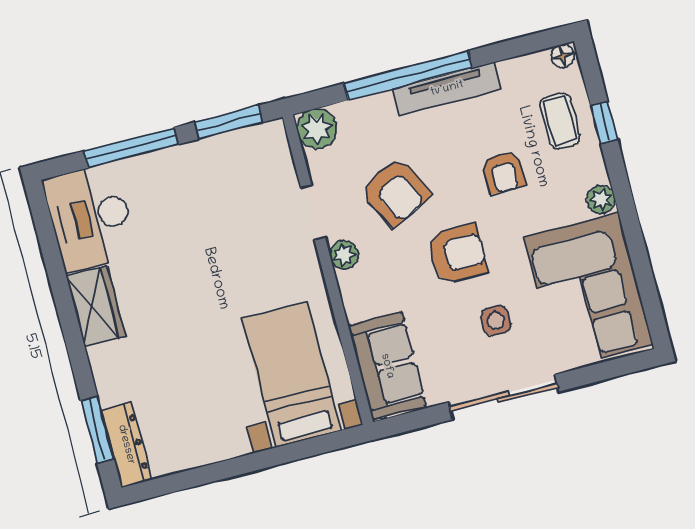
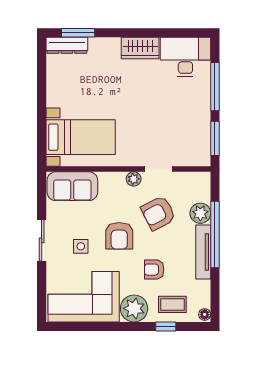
plant: (317, 129) -> (200, 213), moved
plant: (601, 200) -> (134, 308), width x1.88, depth x1.88
sliding door: (504, 397) -> (42, 240), width x0.73

